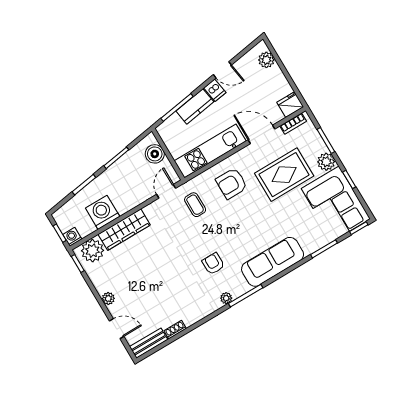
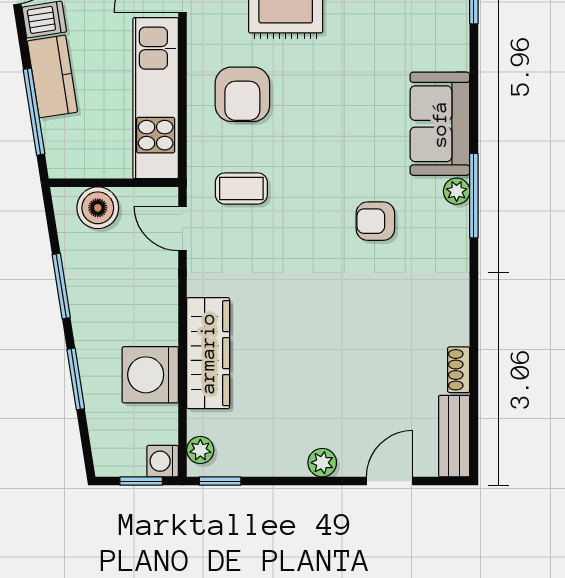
plant: (92, 251) -> (200, 450), width x0.53, depth x0.53
sofa: (273, 262) -> (440, 124), width x0.73
plant: (226, 298) -> (457, 191), moved

